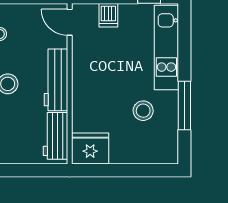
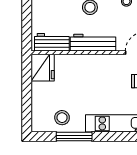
stool: (143, 111) -> (62, 118), moved

